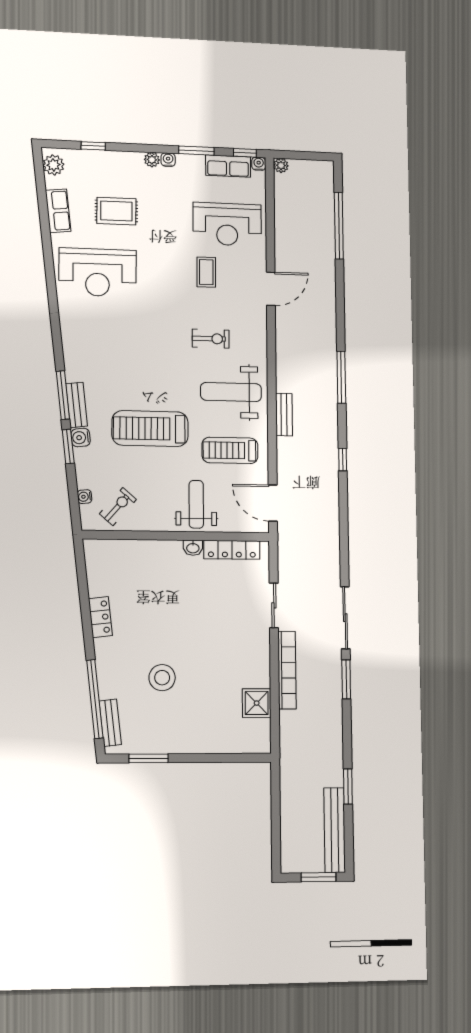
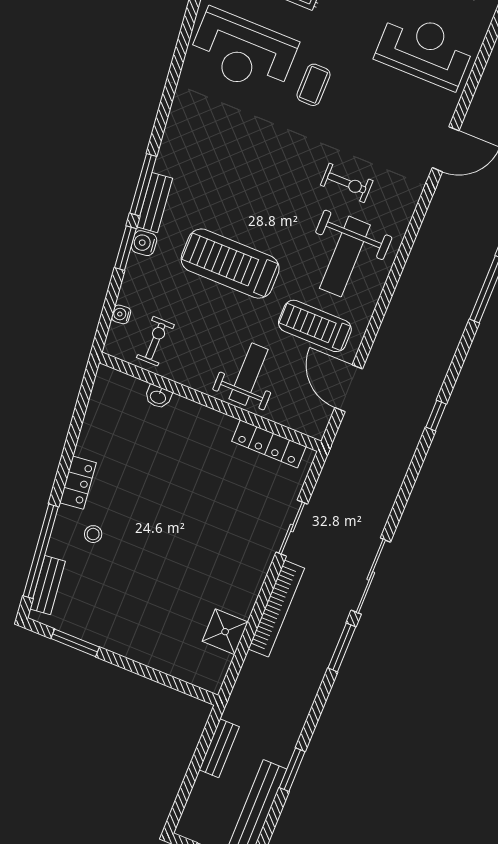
reception desk: (227, 224) -> (425, 50), turned 180
coffee table: (206, 272) -> (313, 85), moved
weight bench: (231, 392) -> (345, 257), turned -90
bench: (284, 415) -> (219, 748), moved
window: (343, 460) -> (436, 416), moved
door: (273, 503) -> (349, 388), moved
exercise bike: (118, 507) -> (155, 341), turned -41
washbasin: (193, 548) -> (158, 397), moved
locker: (100, 617) -> (78, 483), moved
stool: (162, 678) -> (93, 534), moved, width x0.53, depth x0.53

